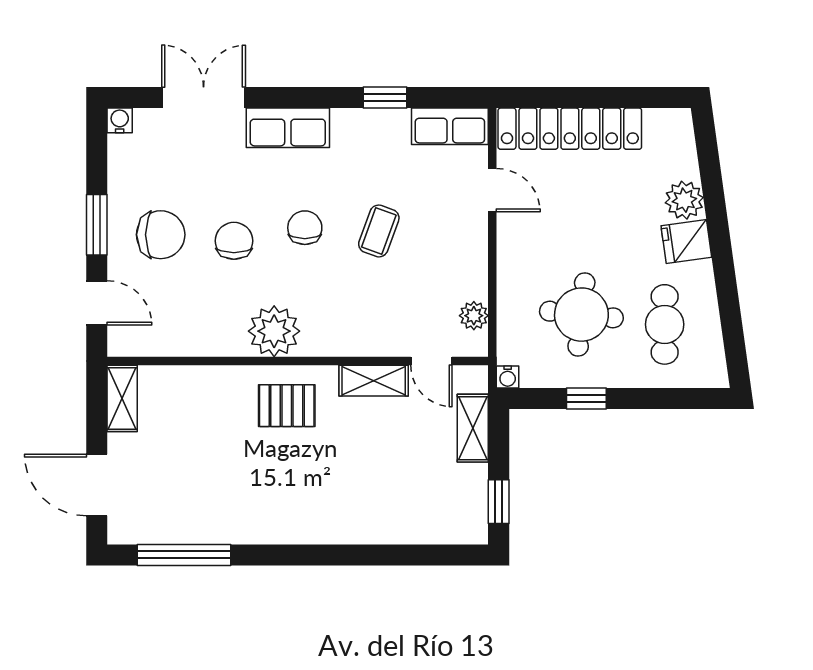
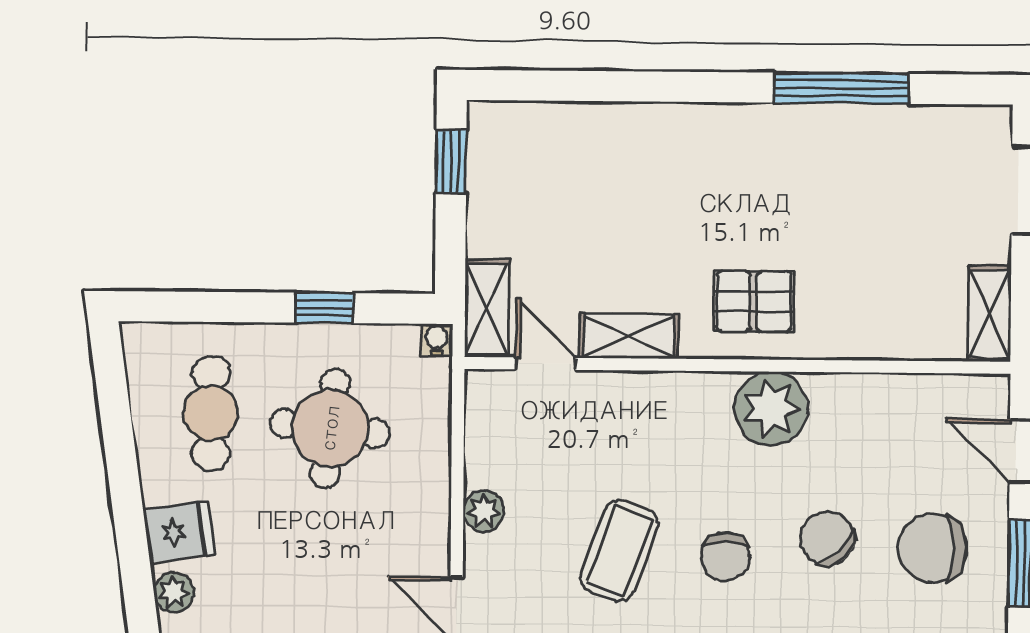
plant: (684, 200) -> (174, 592), width x0.73, depth x0.73
coffee table: (379, 231) -> (620, 551), width x1.36, depth x1.30
chair: (234, 241) -> (827, 538), turned 138
plant: (474, 316) -> (484, 511), moved
shelving: (473, 428) -> (487, 308), moved
window: (184, 555) -> (842, 88), moved

